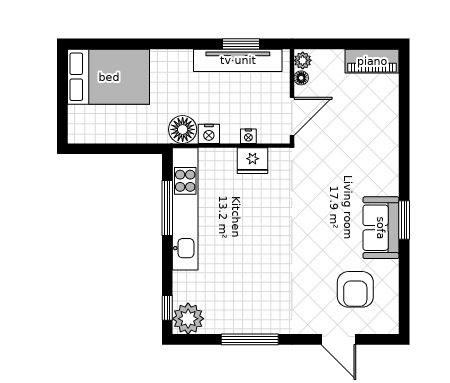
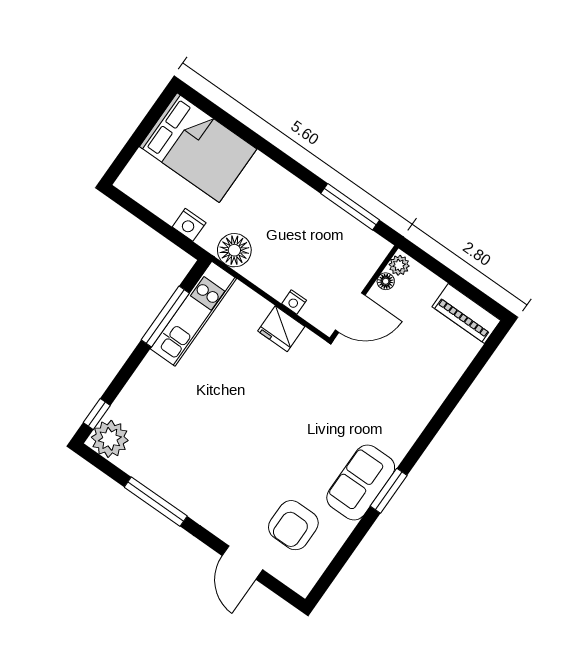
window: (241, 44) -> (350, 207), width x1.44
tv unit: (238, 60) -> (336, 221), removed
nightstand: (209, 134) -> (189, 225), moved
kitchen unit: (185, 209) -> (193, 314), width x0.73

